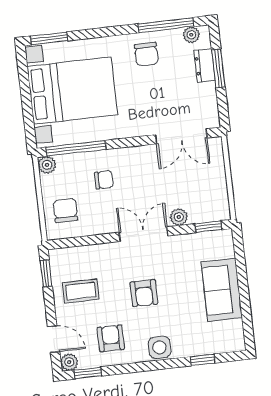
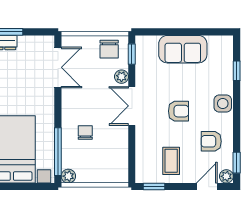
chair: (65, 210) -> (109, 49), moved, turned -90

